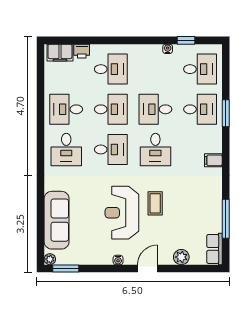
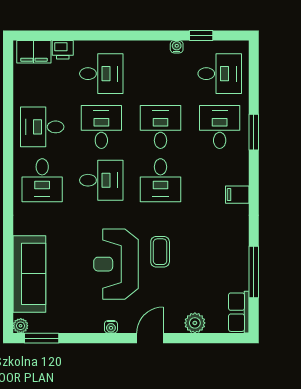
desk: (111, 109) -> (101, 127), turned -90
desk: (155, 109) -> (160, 127), turned 90
desk: (200, 109) -> (220, 127), turned -90

